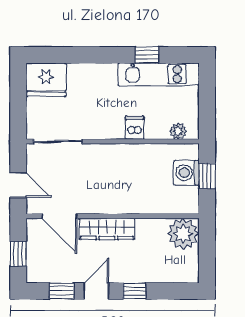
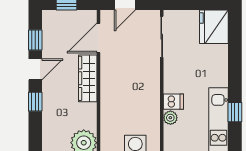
plant: (178, 131) -> (170, 118), moved
door: (96, 291) -> (35, 69), hinge flipped

